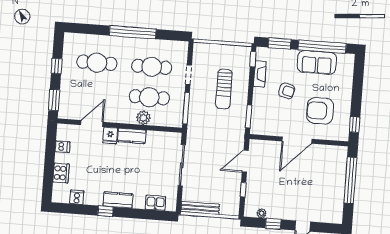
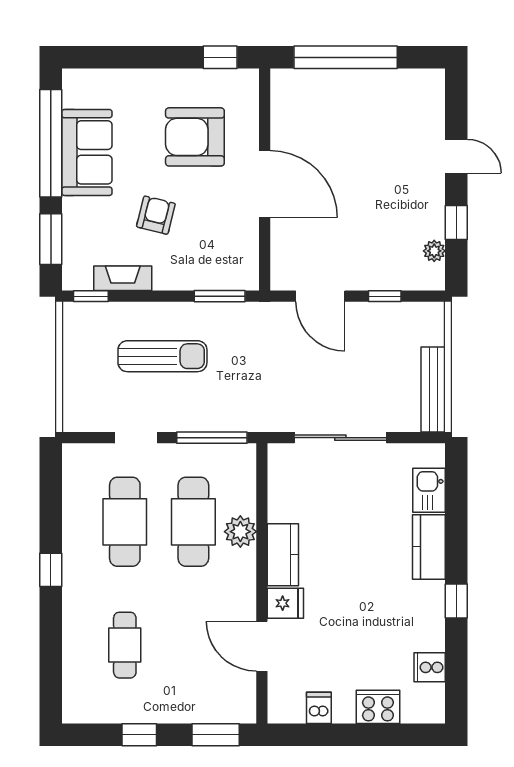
window: (133, 32) -> (51, 570), width x0.32
cafe table: (97, 63) -> (125, 645), width x0.73, depth x0.74
armchair: (320, 111) -> (195, 137), turned 90
kitchen counter: (118, 200) -> (429, 547), moved

